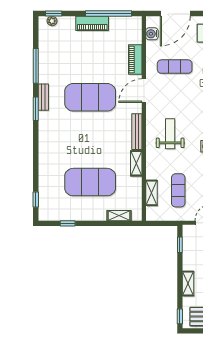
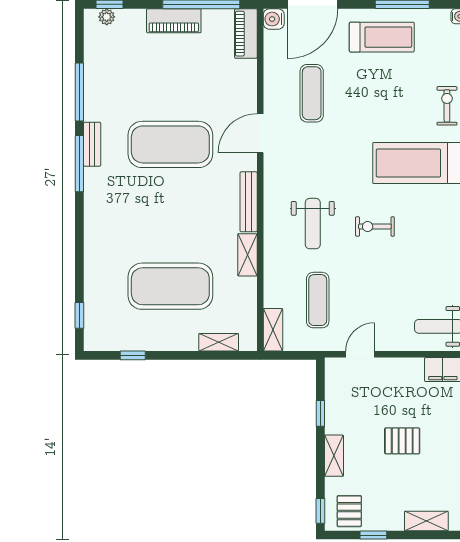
water cooler: (152, 34) -> (274, 19), moved
piano: (135, 59) -> (246, 34), moved
exercise mat: (175, 67) -> (312, 93), turned 90
window: (36, 109) -> (79, 164), width x1.44
weight bench: (170, 134) -> (313, 224), moved, turned 180
shelving: (151, 193) -> (273, 330), moved
window: (180, 245) -> (320, 413), moved

